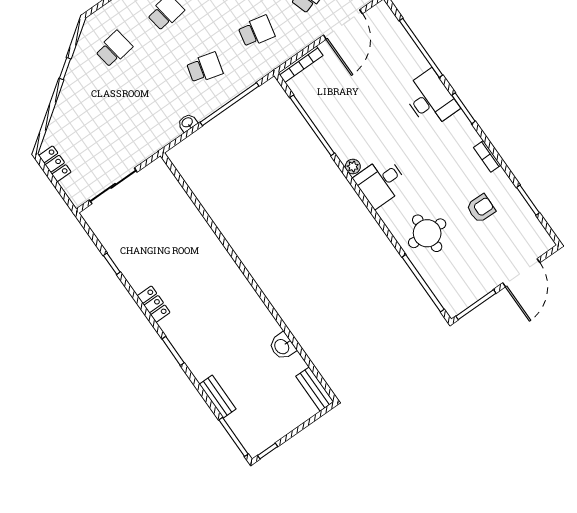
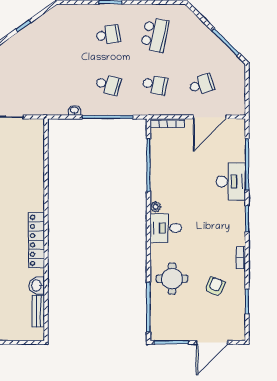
school desk: (114, 49) -> (61, 35), removed
desk: (430, 99) -> (231, 182), moved
armchair: (481, 208) -> (215, 286), turned -70
locker: (247, 296) -> (36, 240), added
bench: (315, 389) -> (38, 311), moved

